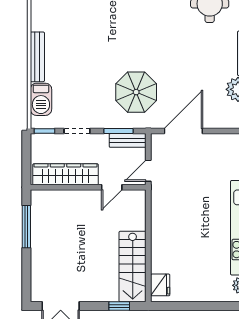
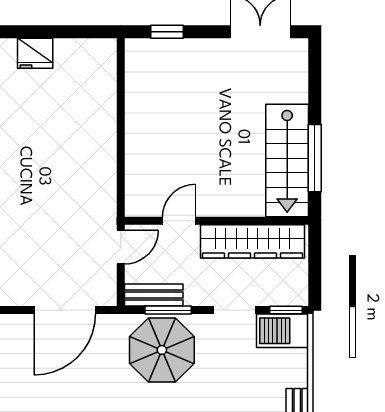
parasol: (136, 92) -> (162, 350), moved
barbecue: (41, 99) -> (283, 331), moved, turned -90
stairs: (133, 267) -> (287, 161), moved, turned 180
fridge: (160, 285) -> (35, 53), moved, turned -90

